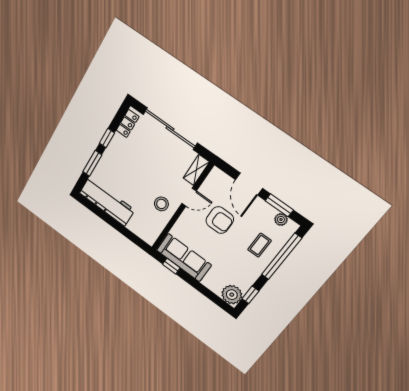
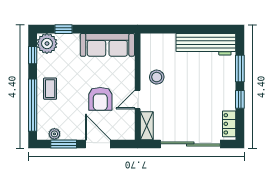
armchair: (220, 220) -> (100, 99), turned -90
coffee table: (259, 245) -> (50, 89), moved
window: (171, 266) -> (63, 29), moved

